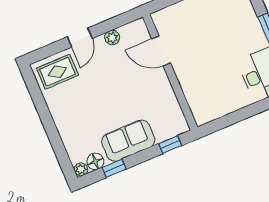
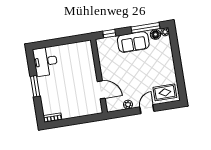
window: (114, 168) -> (145, 28), width x2.17

